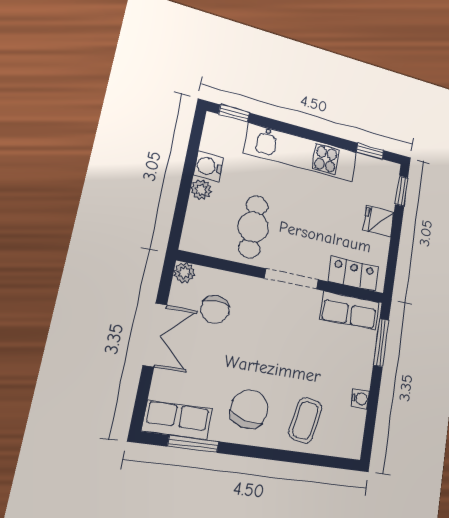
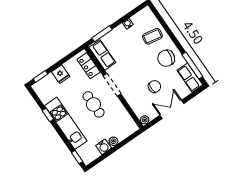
window: (370, 151) -> (48, 115), moved
cafe table: (253, 227) -> (94, 104), moved, turned 90
chair: (215, 309) -> (154, 86), moved
window: (193, 444) -> (192, 66), width x1.44

